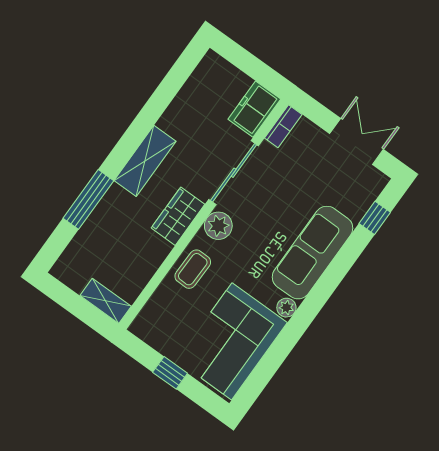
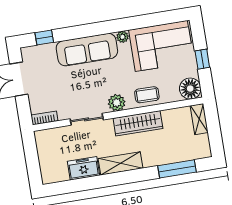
freezer: (254, 109) -> (84, 168), moved, turned 180
sliding door: (234, 173) -> (87, 119), width x0.73
window: (88, 199) -> (177, 169), moved
wardrobe: (178, 216) -> (138, 123), width x1.50
floor lamp: (150, 326) -> (190, 89), added

